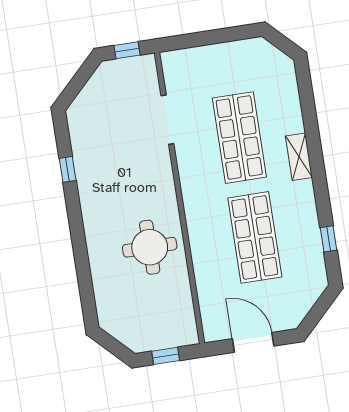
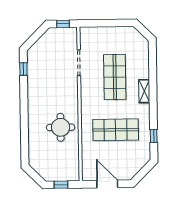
window: (68, 169) -> (23, 69), moved
shop shelf: (255, 237) -> (116, 130), turned 90

